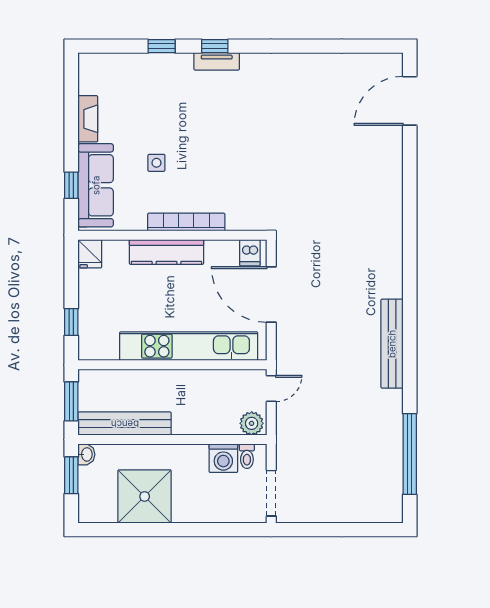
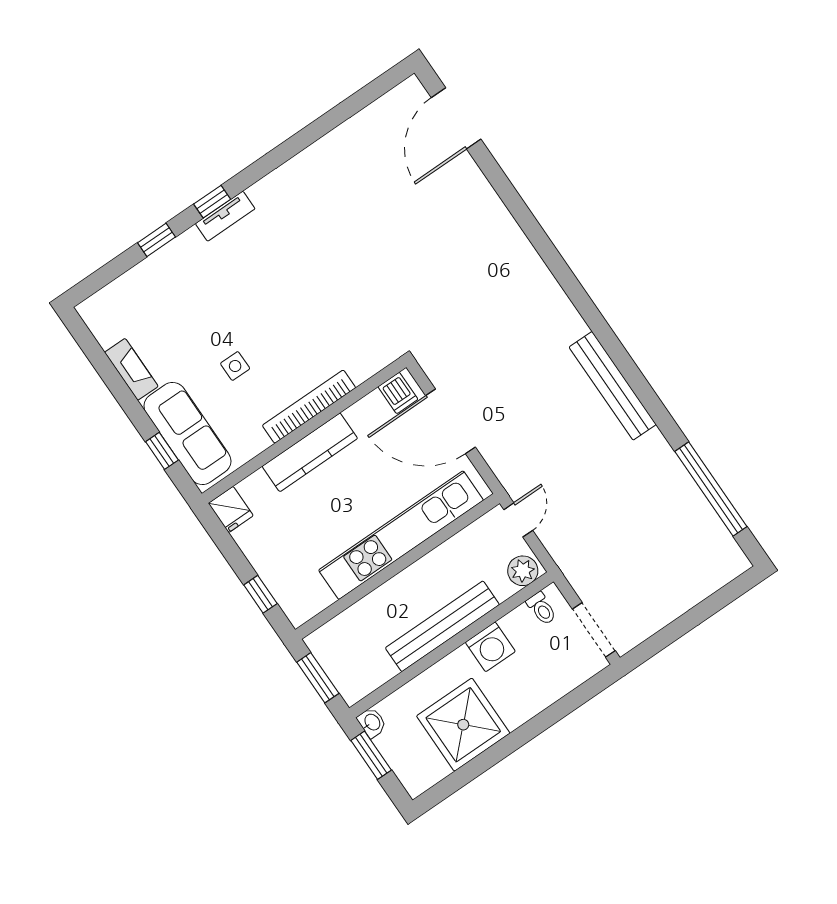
bench: (125, 424) -> (442, 626), moved
washing machine: (223, 458) -> (490, 647), moved

